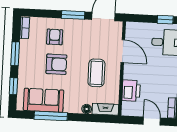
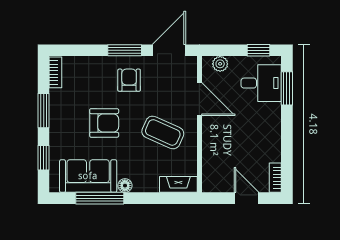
plant: (138, 28) -> (220, 64), added
armchair: (55, 37) -> (129, 80), moved
coffee table: (96, 73) -> (163, 132), turned -66
printer: (131, 91) -> (214, 156), removed
floor lamp: (87, 109) -> (125, 186), moved

